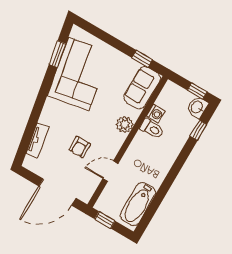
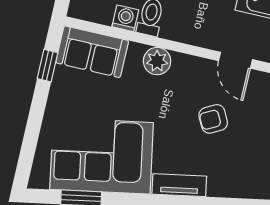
tv unit: (37, 140) -> (179, 185), moved
armchair: (80, 147) -> (213, 119), turned 152

